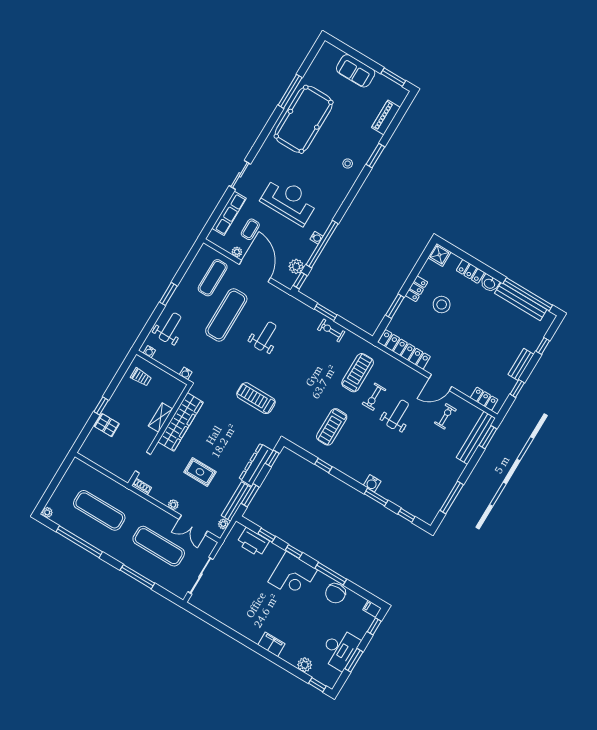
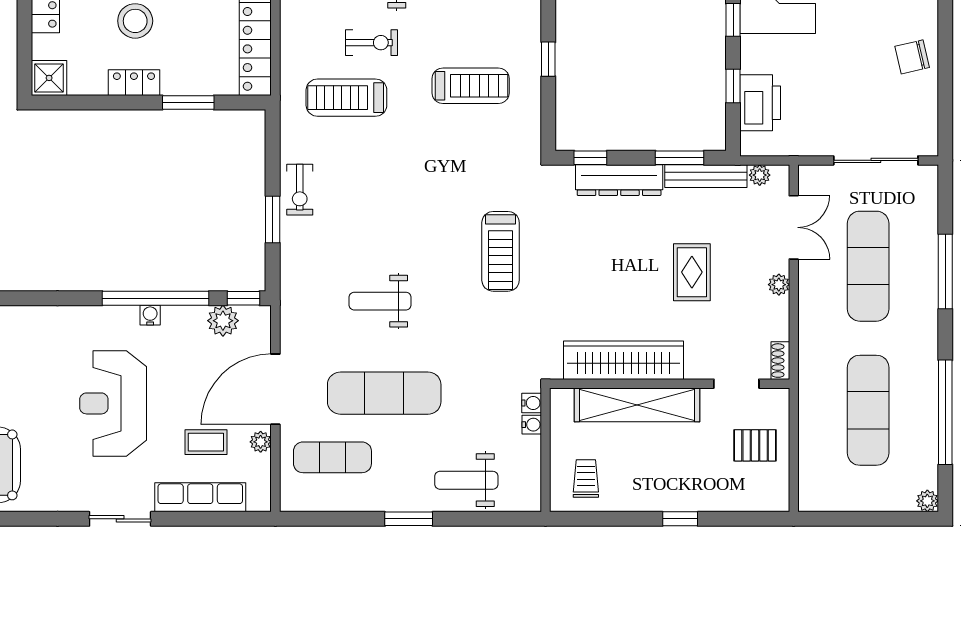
water cooler: (149, 352) -> (532, 425), moved
shelving: (161, 417) -> (637, 405), width x2.20, depth x1.33
pallet: (107, 425) -> (755, 445), moved, turned 90
chair: (234, 616) -> (912, 57), added

